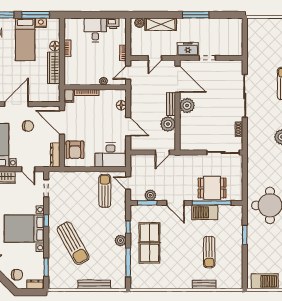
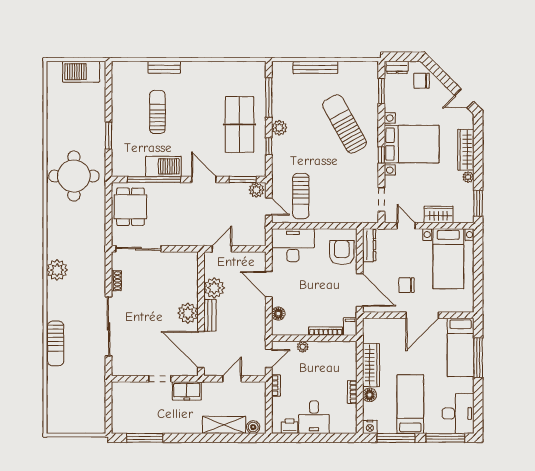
window: (196, 15) -> (145, 438), moved
nightstand: (41, 23) -> (370, 427), moved
dining table: (212, 188) -> (130, 207), moved, turned 90
plant: (150, 195) -> (257, 190), moved

